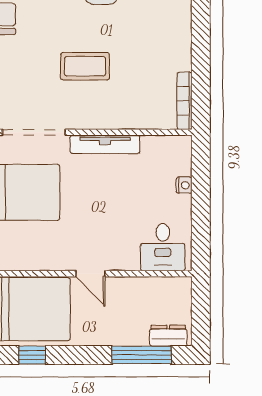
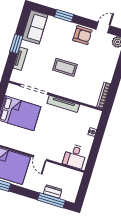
dresser: (168, 336) -> (53, 191), moved

